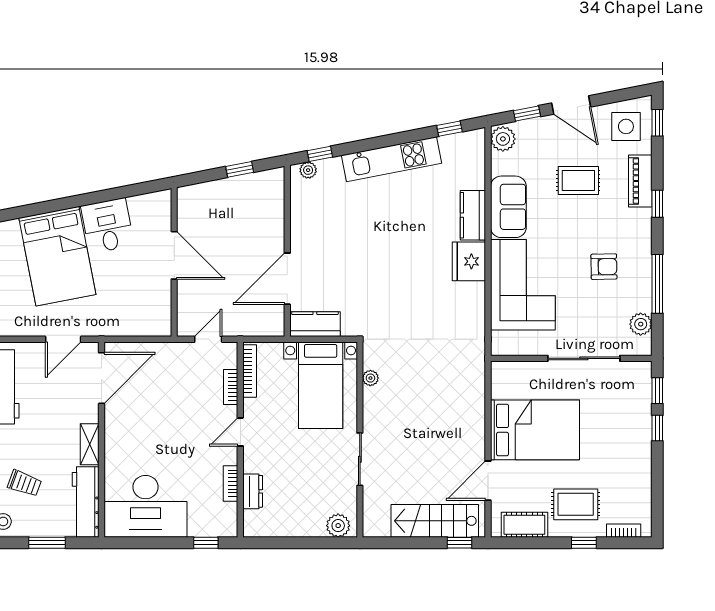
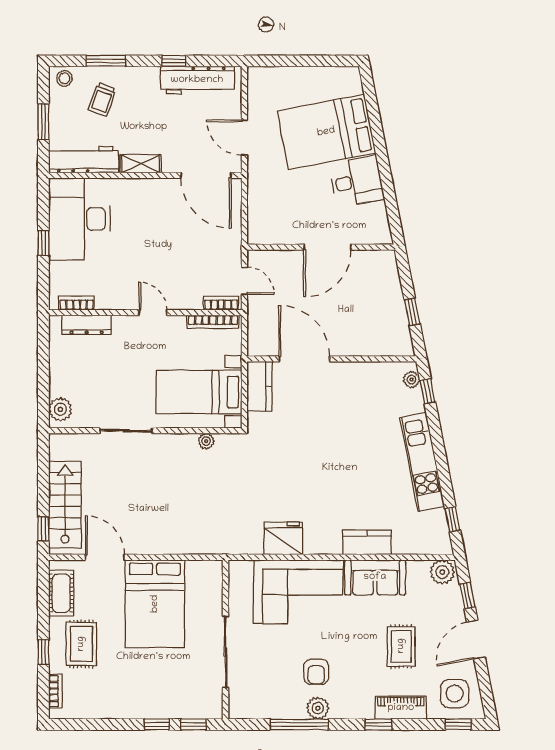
fridge: (469, 261) -> (283, 538), moved
plant: (641, 324) -> (318, 708), moved
bookcase: (231, 387) -> (221, 303), moved
bookcase: (231, 483) -> (77, 303), moved
dresser: (253, 491) -> (87, 325), width x1.44
window: (206, 543) -> (43, 243), moved

